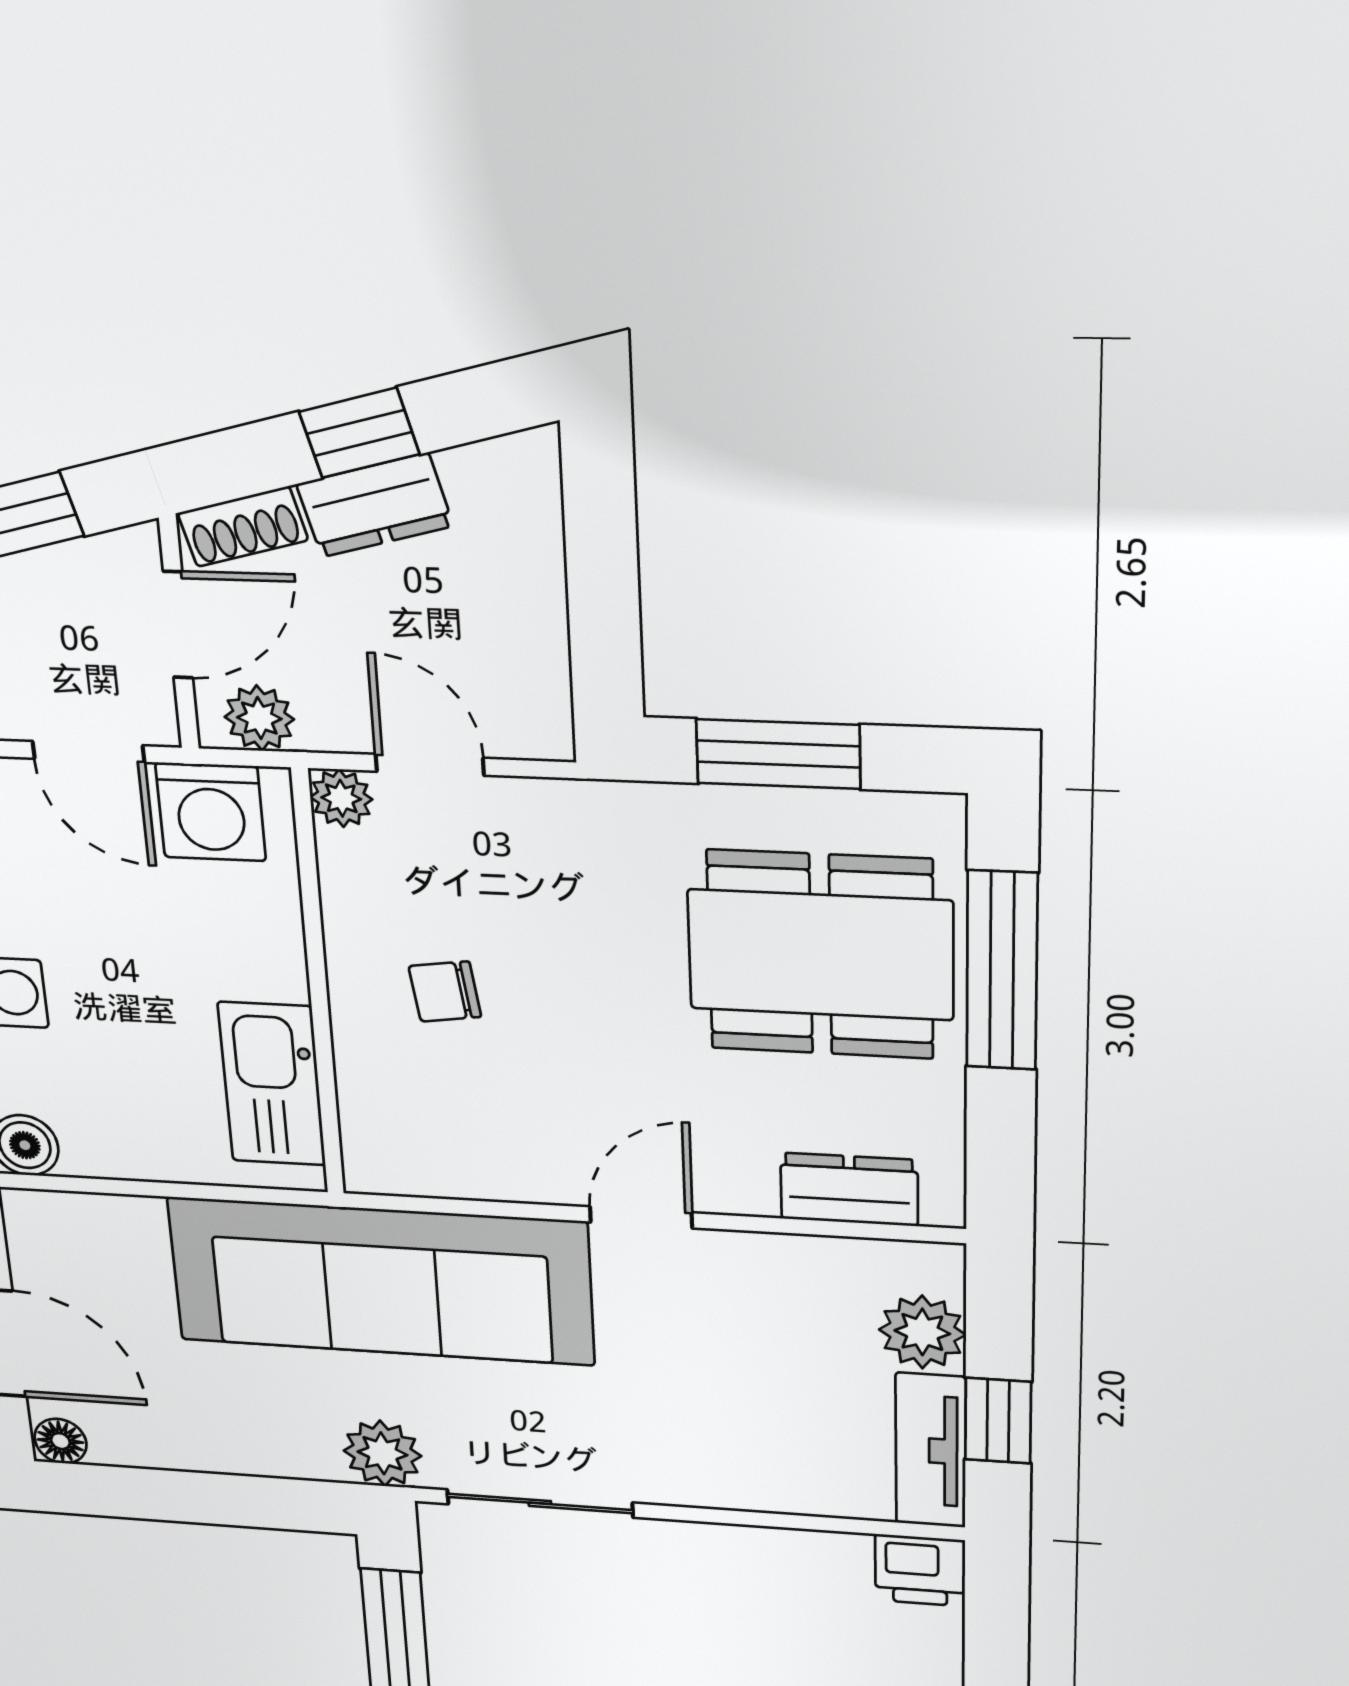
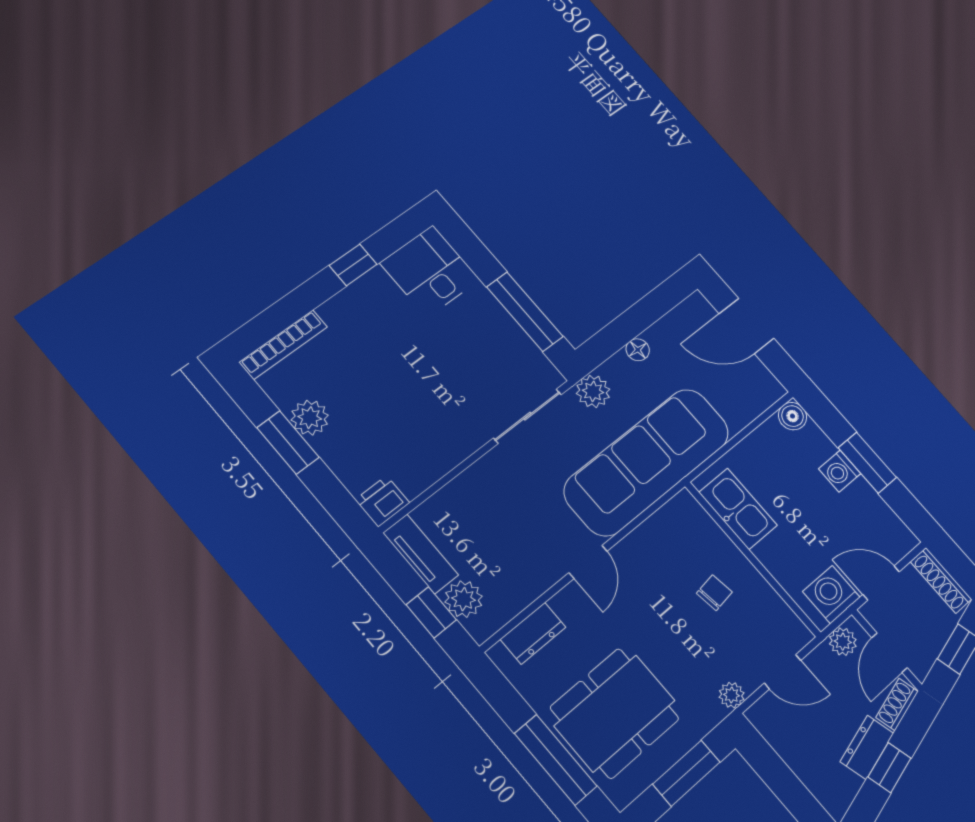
plant: (341, 798) -> (732, 695), moved
window: (998, 1421) -> (431, 612), moved
floor lamp: (60, 1441) -> (638, 350), moved

